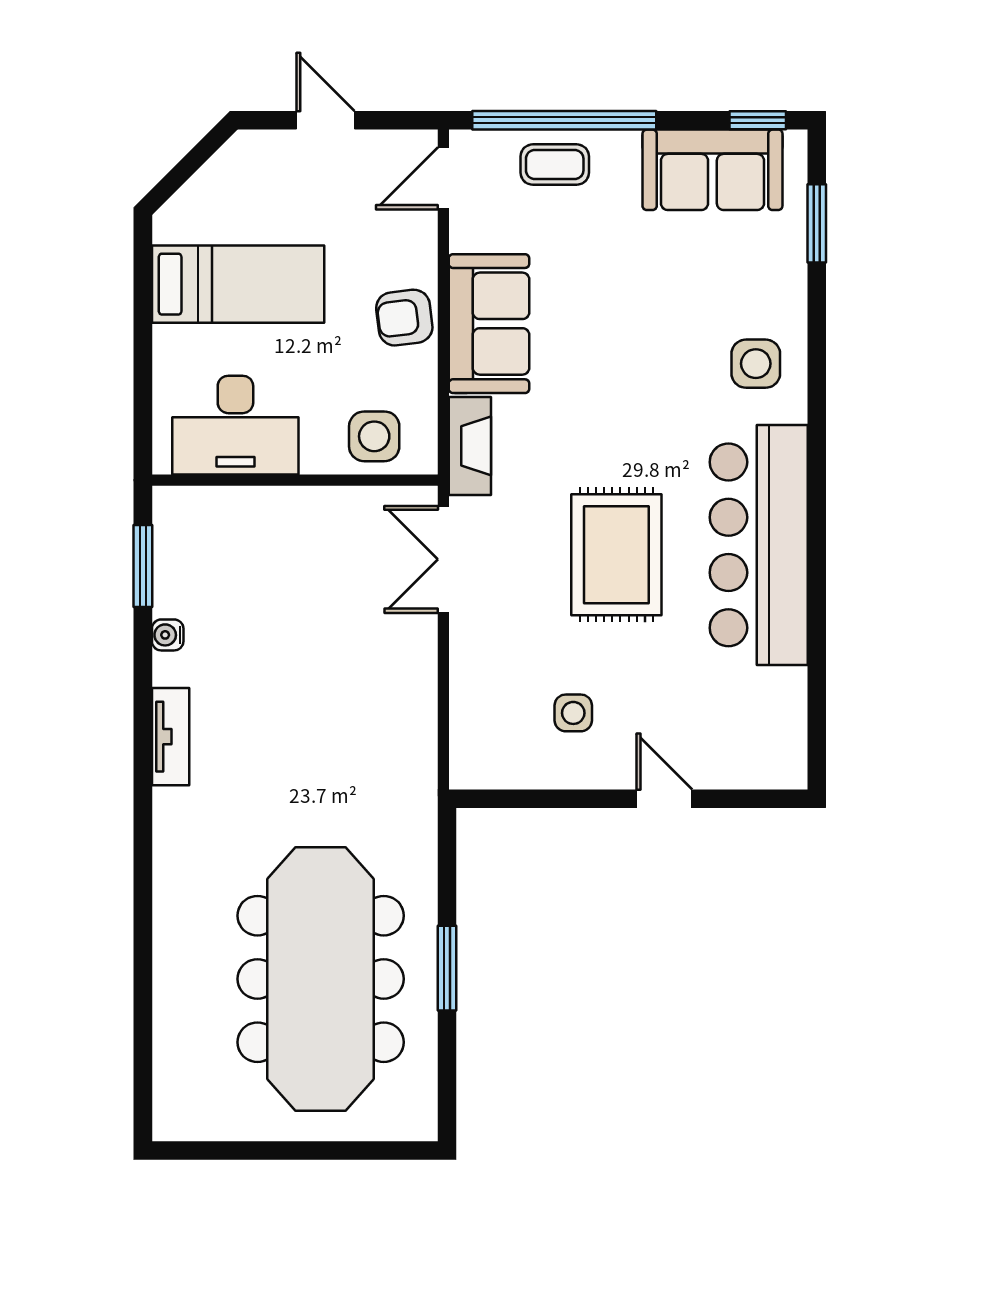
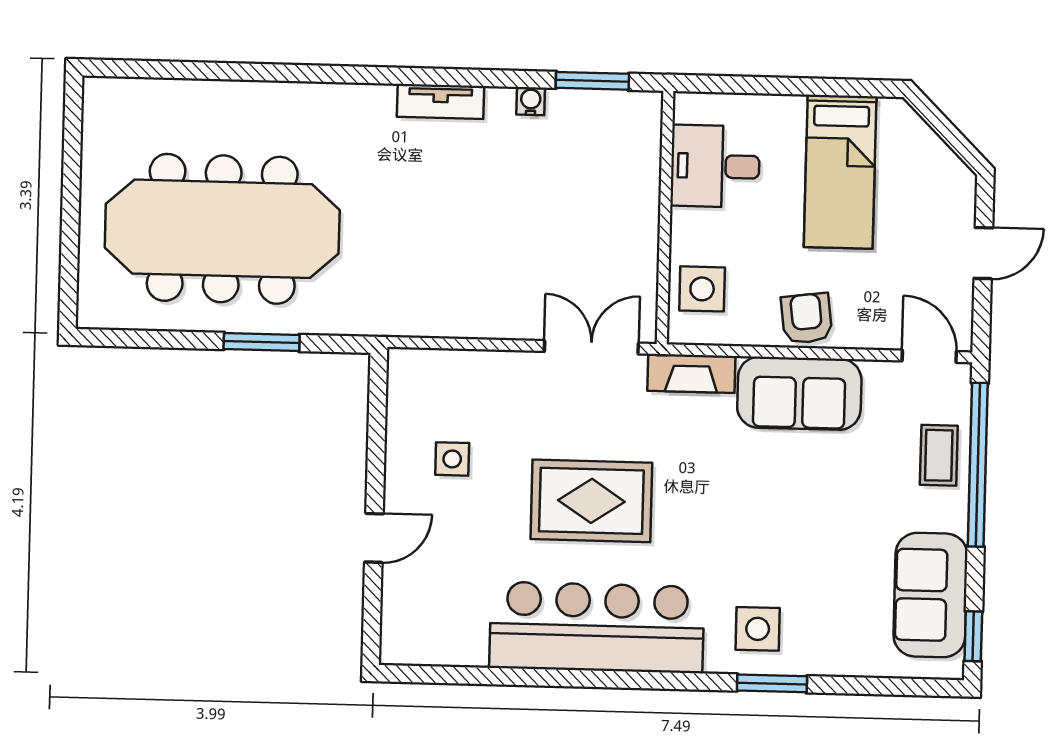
window: (817, 223) -> (772, 683), moved
desk: (235, 425) -> (715, 166), width x0.73
window: (447, 968) -> (262, 342), moved

